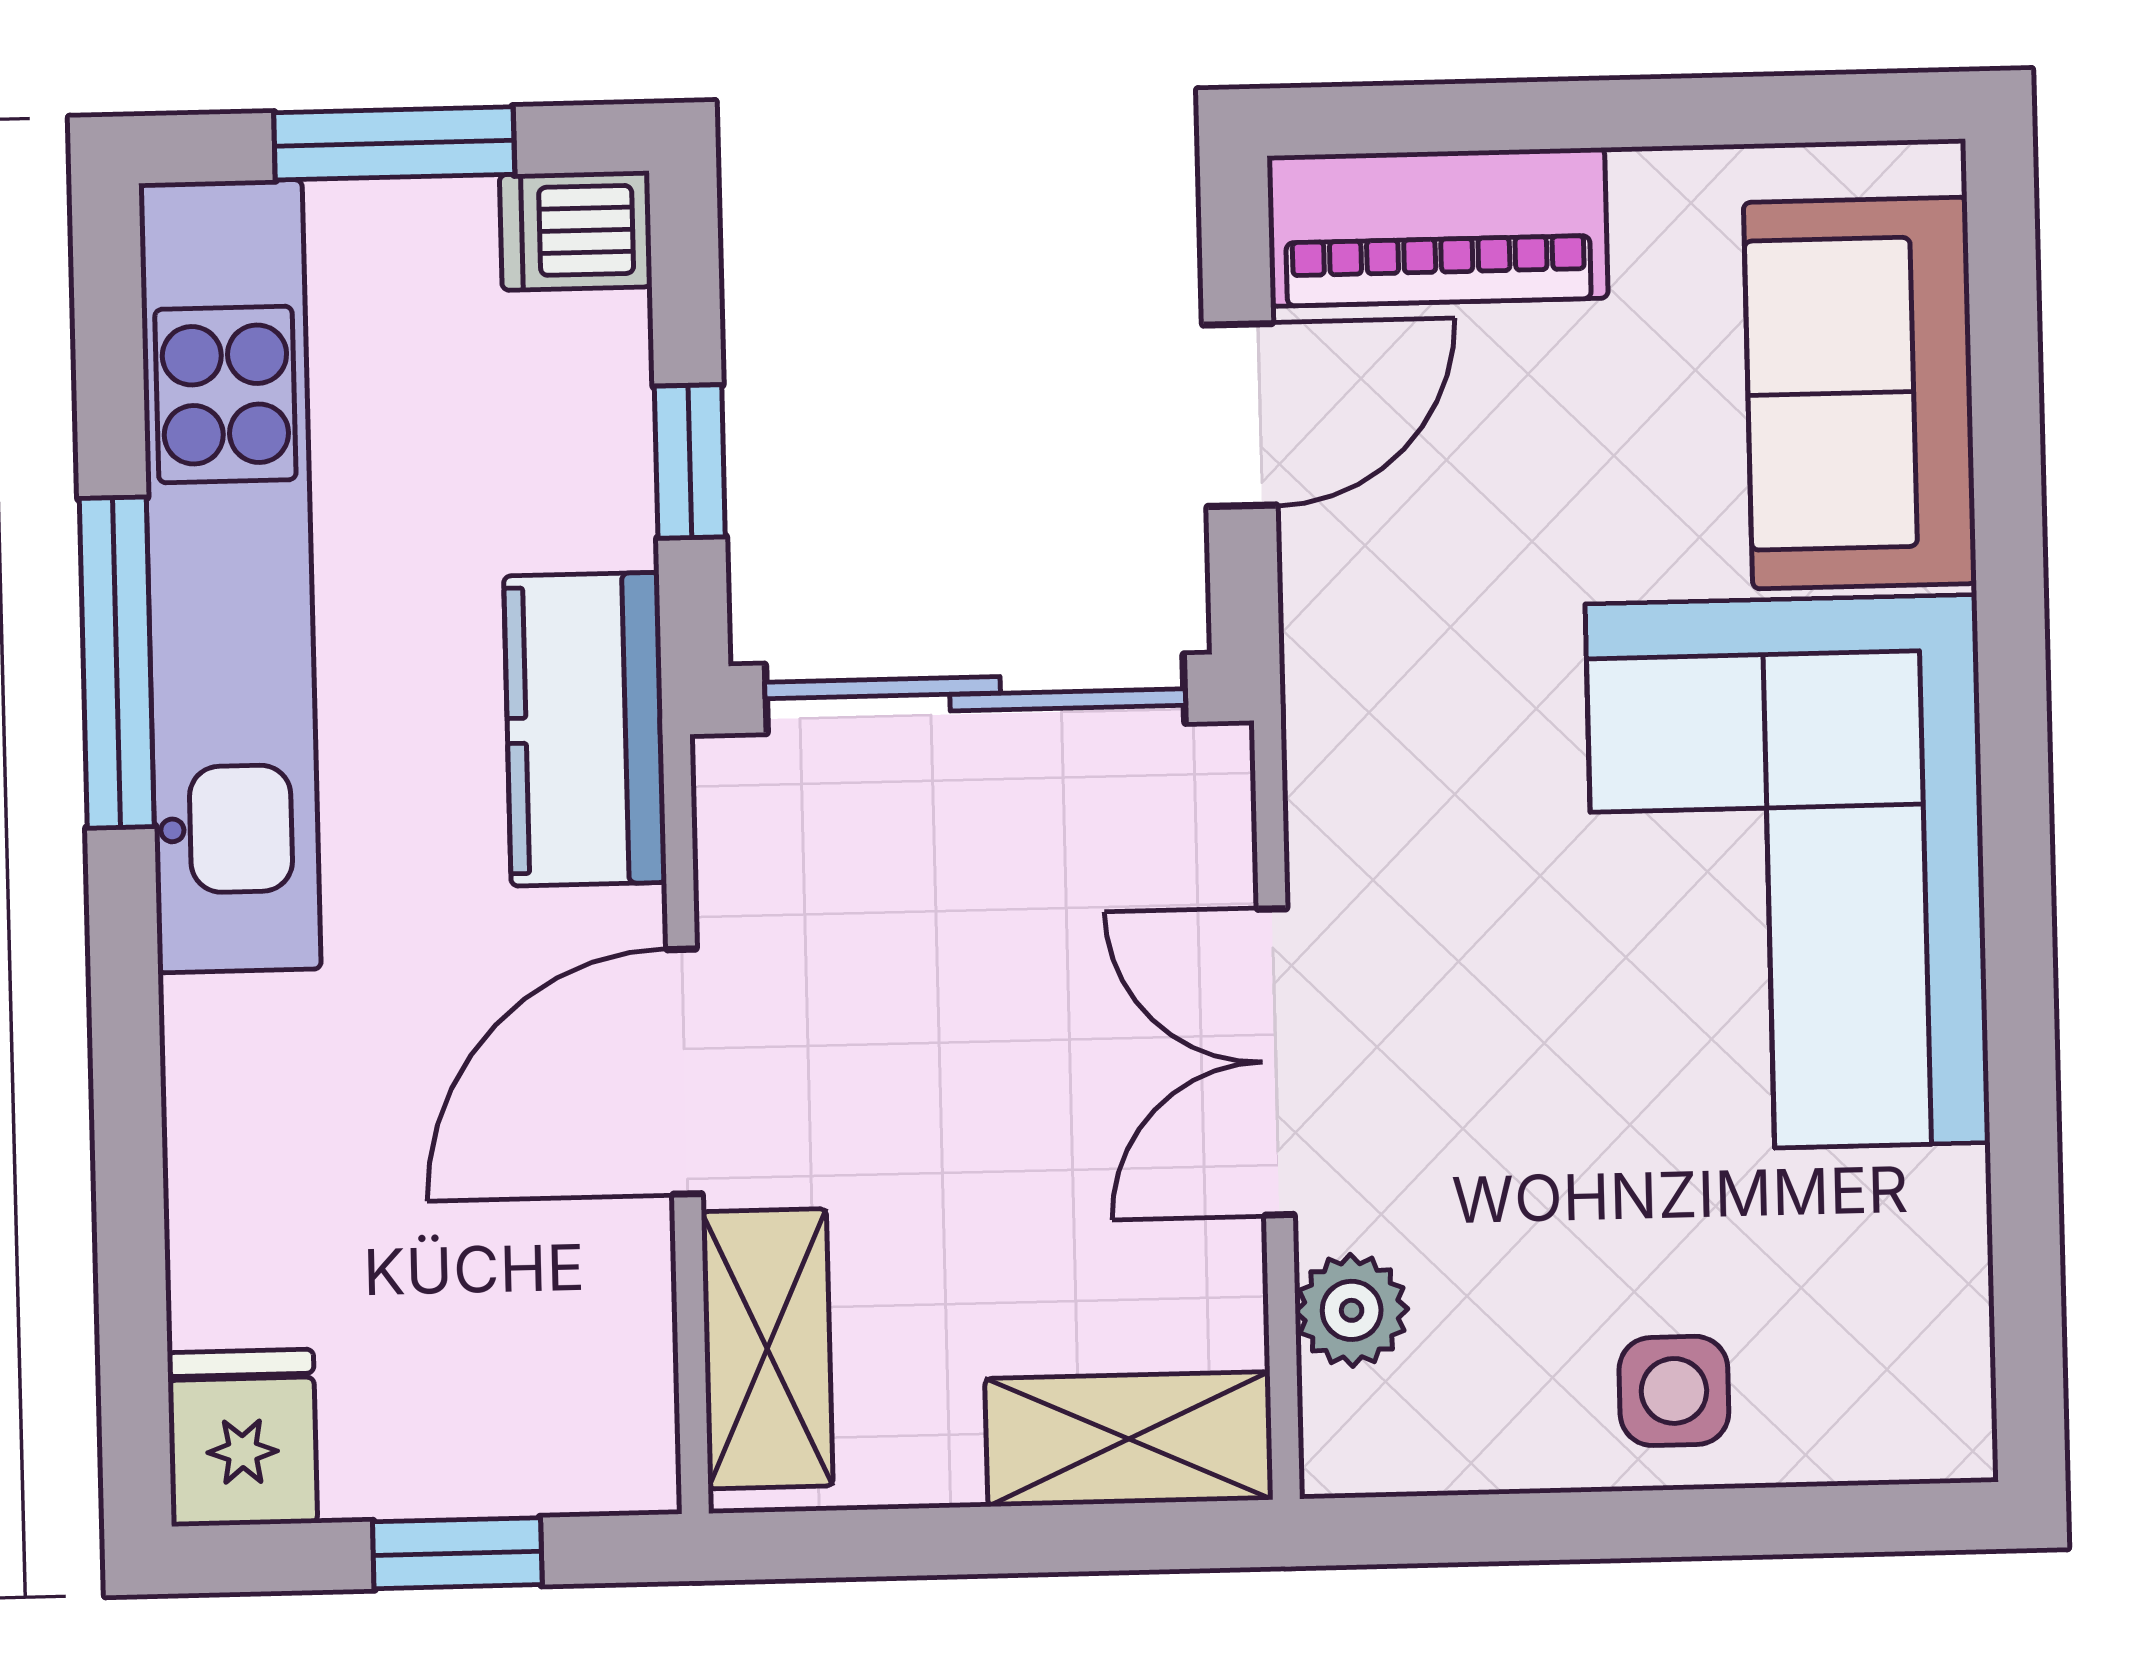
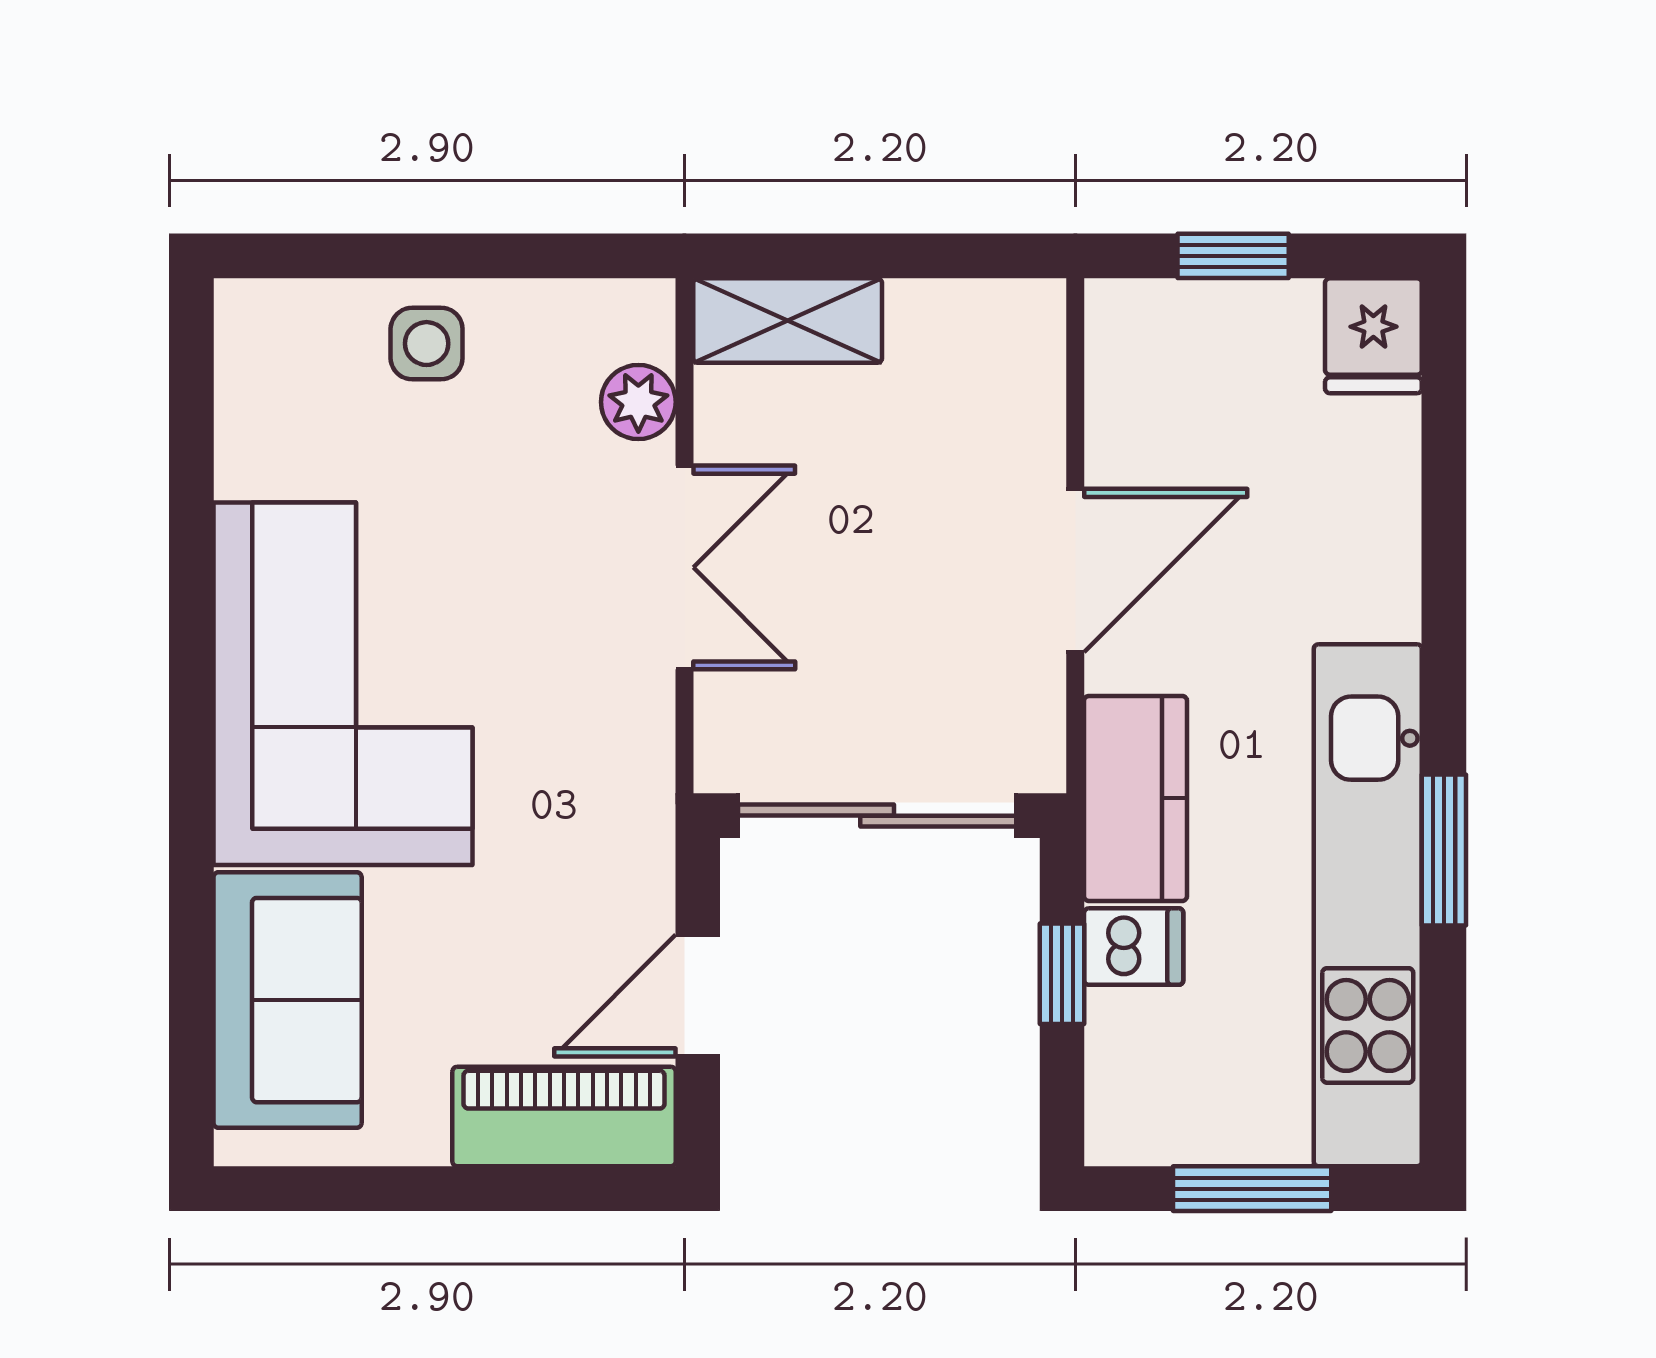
dishwasher: (576, 231) -> (1134, 947), moved
window: (117, 663) -> (1444, 850), width x0.69
shelving: (767, 1349) -> (1025, 386), removed

